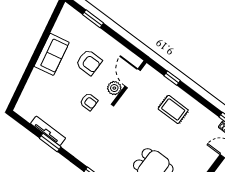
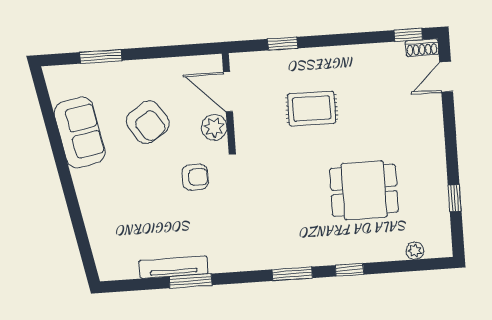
sofa: (52, 54) -> (80, 132), moved
armchair: (89, 62) -> (148, 122), turned 57
rug: (173, 109) -> (312, 109), moved

